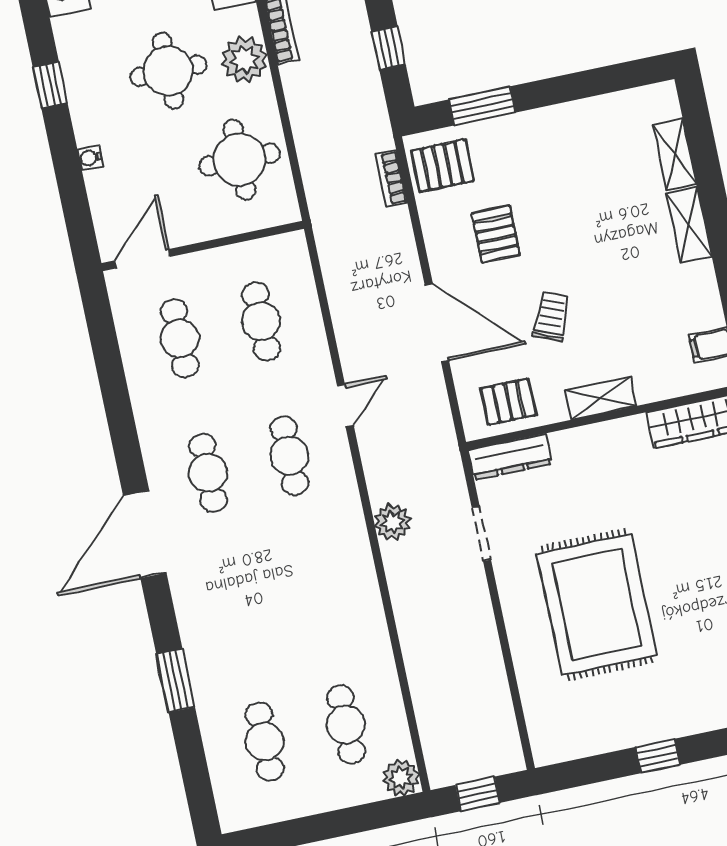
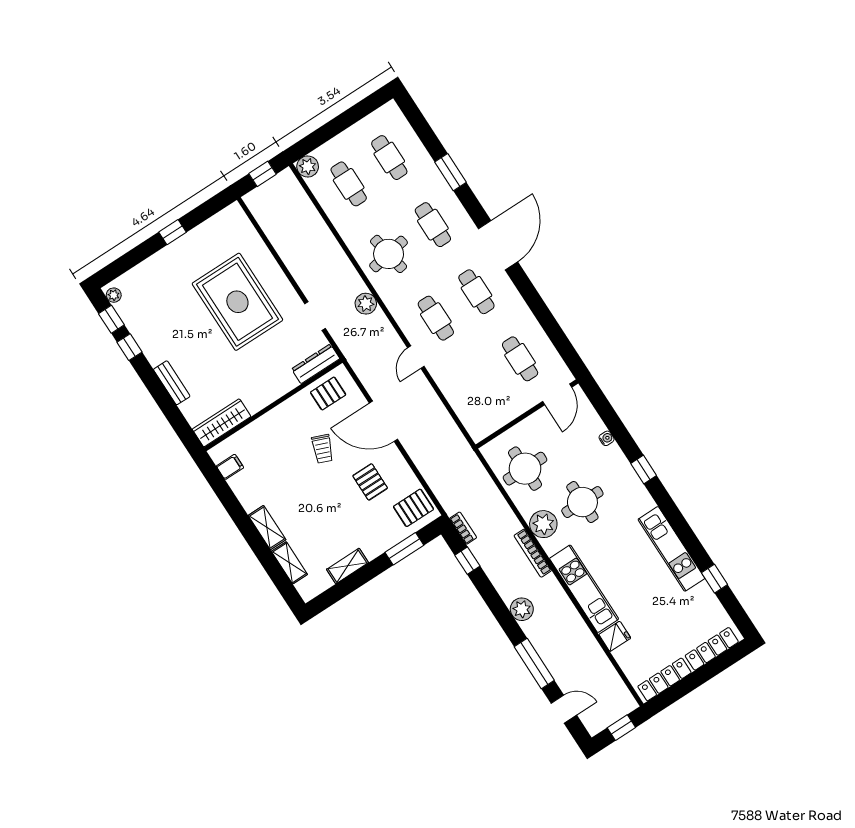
bookcase: (391, 178) -> (463, 528), moved
cafe table: (261, 321) -> (433, 225), moved
shelving: (601, 398) -> (347, 566), moved
round table: (325, 588) -> (389, 254), added

